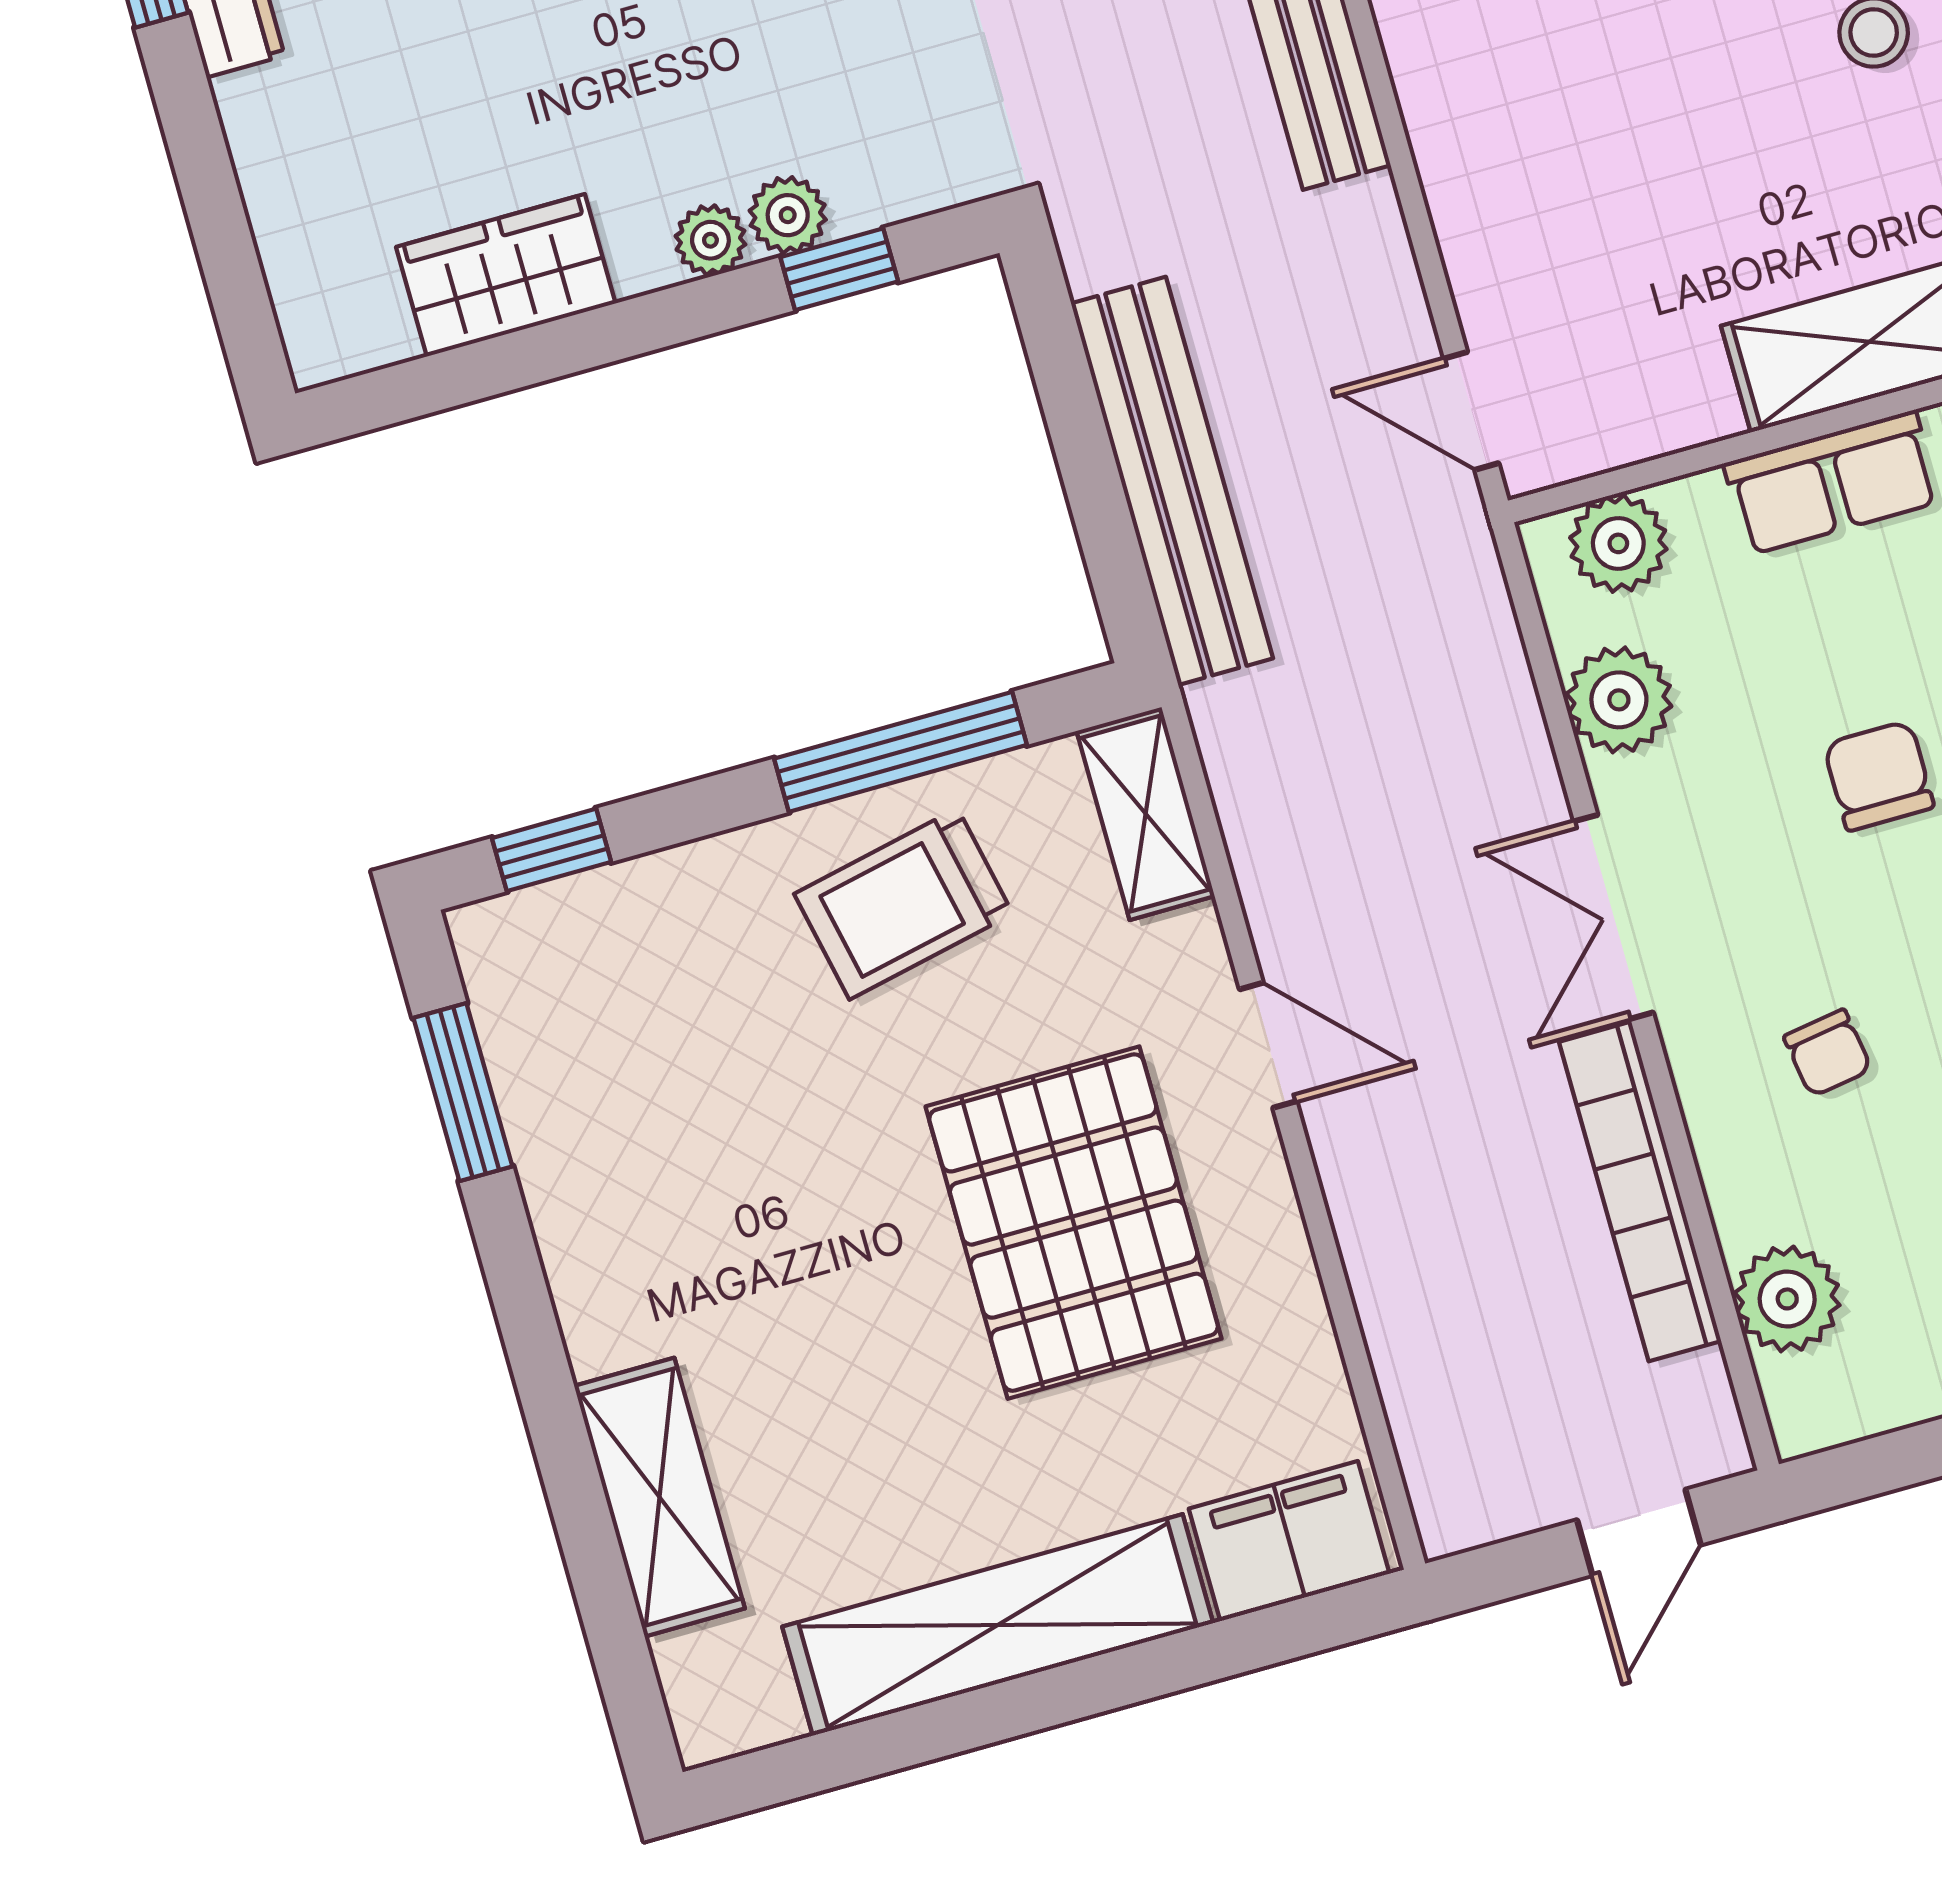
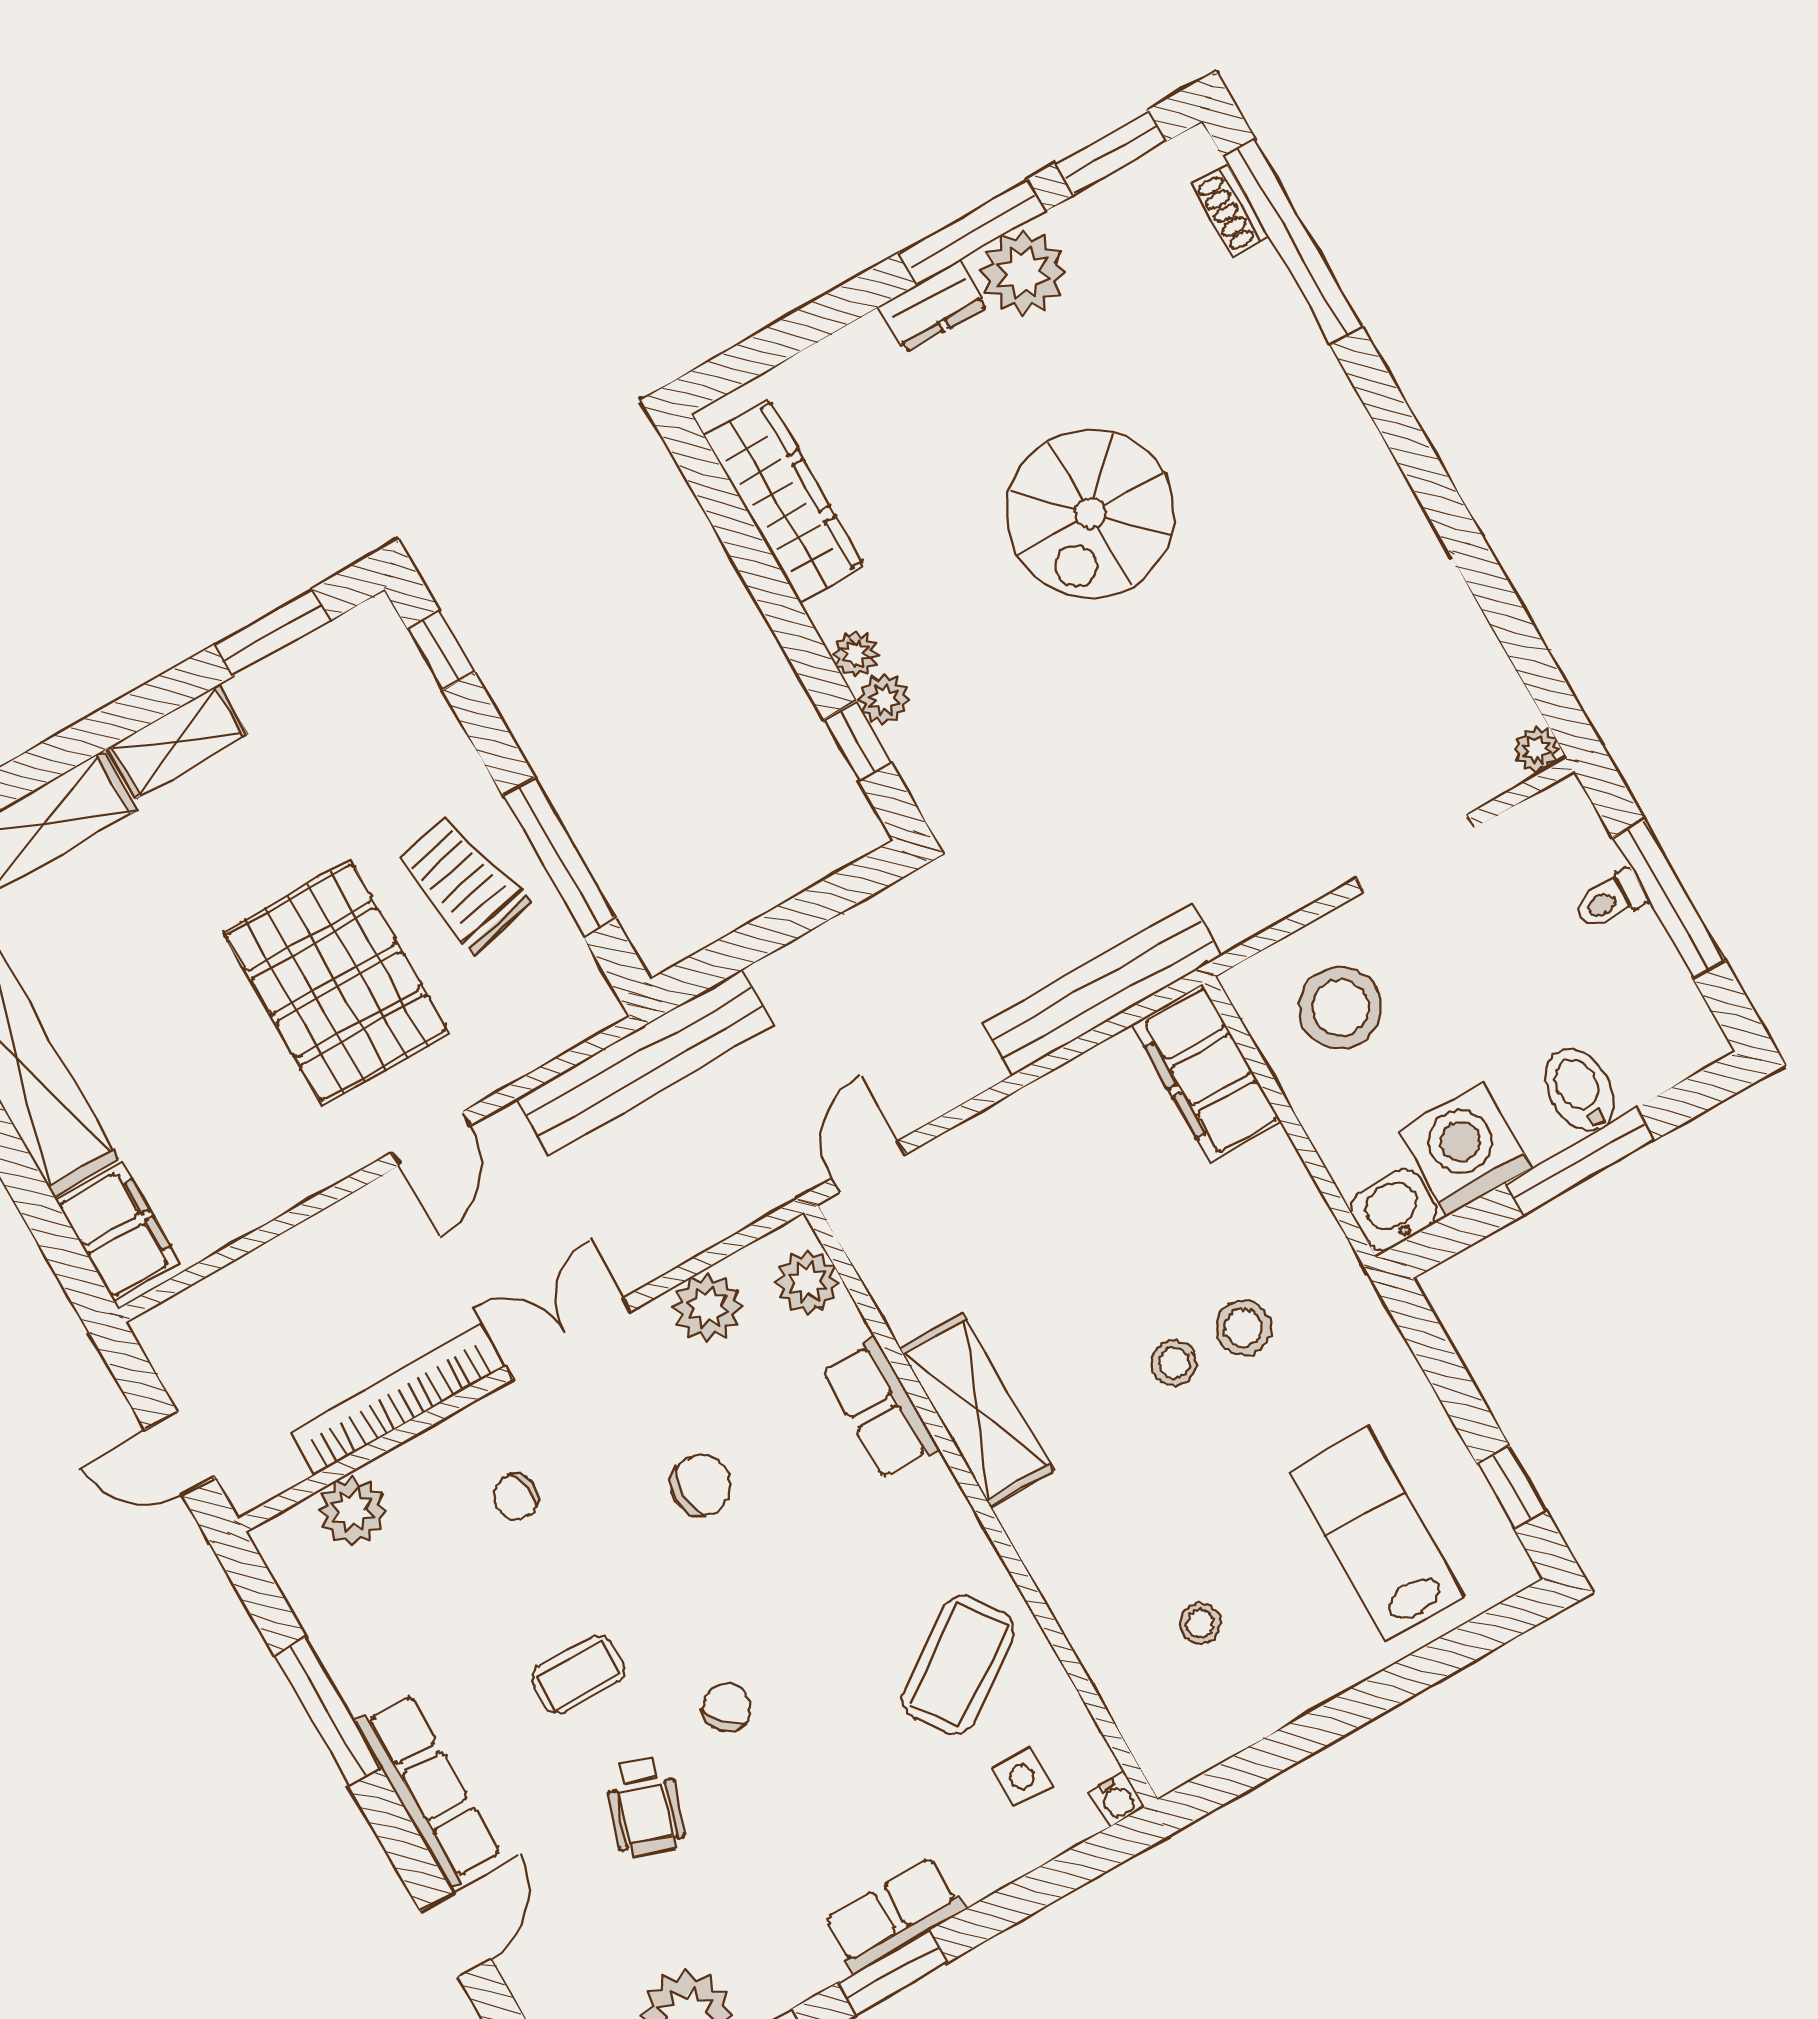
wardrobe: (506, 275) -> (784, 501), width x1.50
bench: (1172, 481) -> (645, 1062), moved
shelving: (1146, 814) -> (177, 741), moved
pallet: (1074, 1223) -> (336, 983), moved, turned 90

